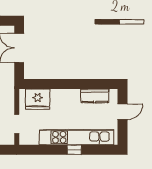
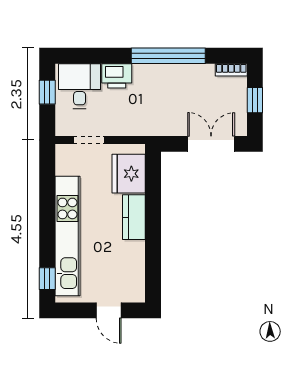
kitchen counter: (95, 96) -> (134, 217), moved
window: (74, 150) -> (47, 279), moved

